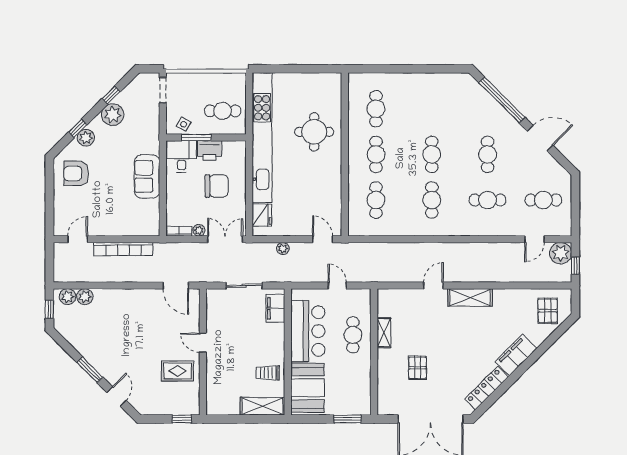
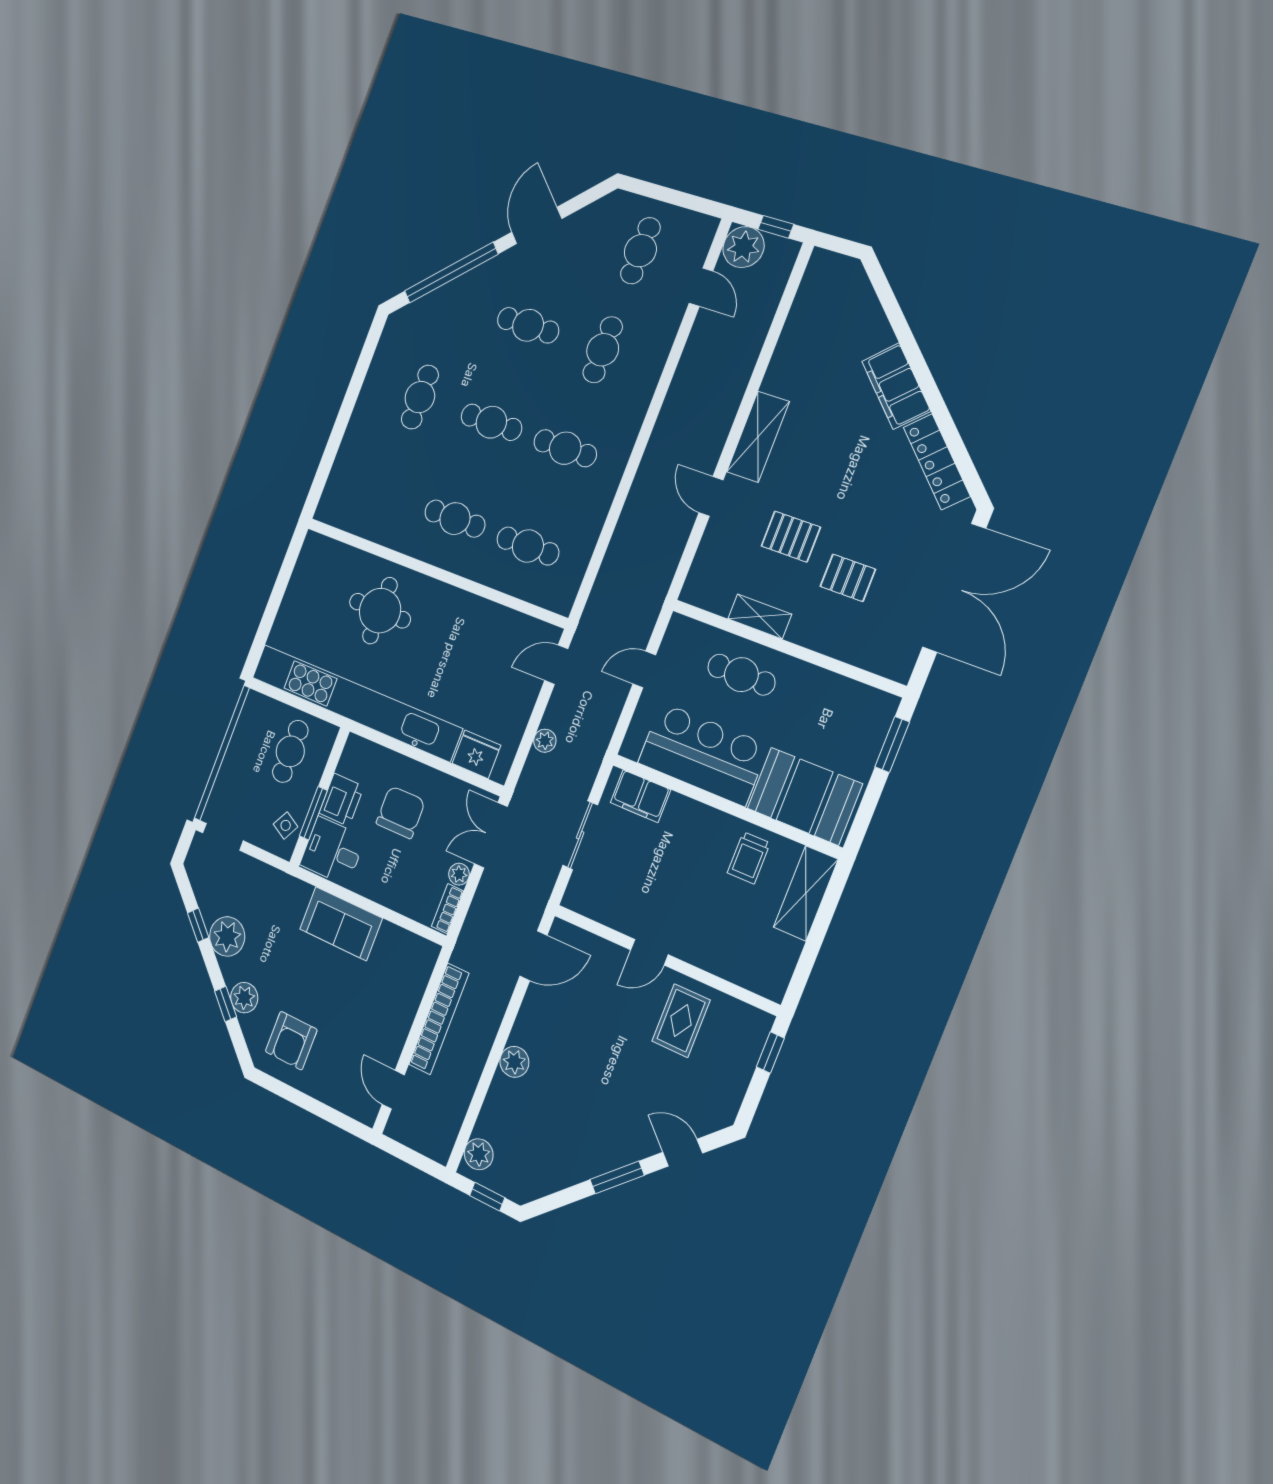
cafe table: (376, 109) -> (420, 397), moved, turned 90
plant: (85, 297) -> (514, 1062), moved
pallet: (548, 311) -> (791, 537), moved

